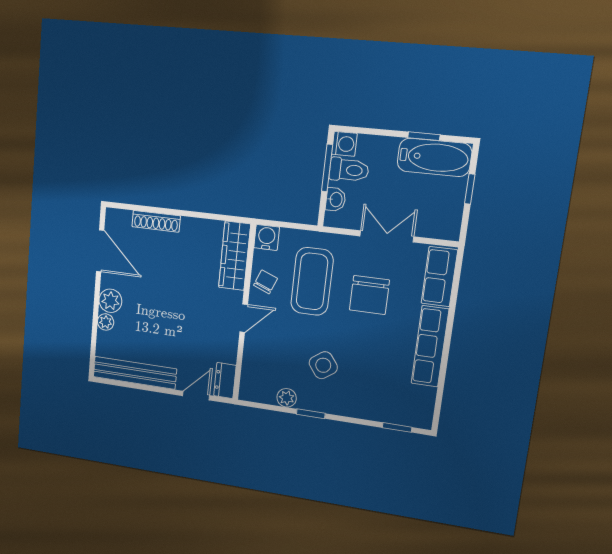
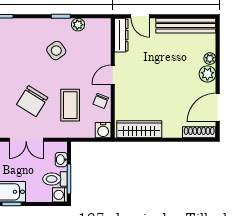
shoe rack: (156, 221) -> (199, 132), moved
door: (100, 251) -> (218, 108), hinge flipped
wardrobe: (234, 256) -> (139, 129), moved, turned -90
coffee table: (312, 281) -> (70, 105), width x0.73, depth x0.76
chair: (369, 295) -> (32, 101), turned -148
dresser: (225, 381) -> (121, 35), width x1.44
door: (196, 396) -> (140, 16), hinge flipped

